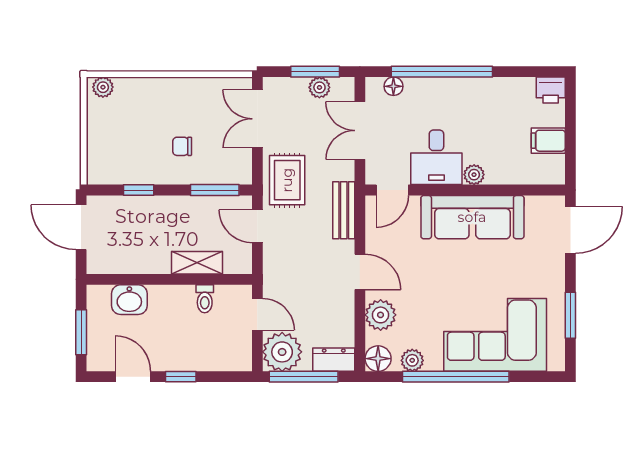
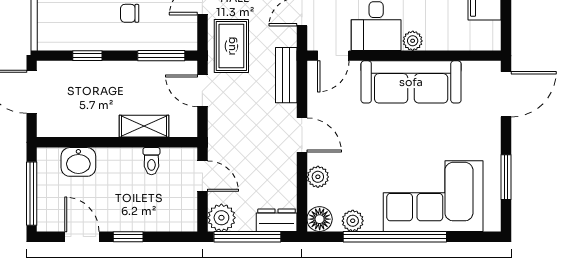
plant: (381, 315) -> (318, 177), width x0.73, depth x0.73
window: (81, 332) -> (32, 194), width x1.44
plant: (282, 352) -> (221, 218), width x0.73, depth x0.73

